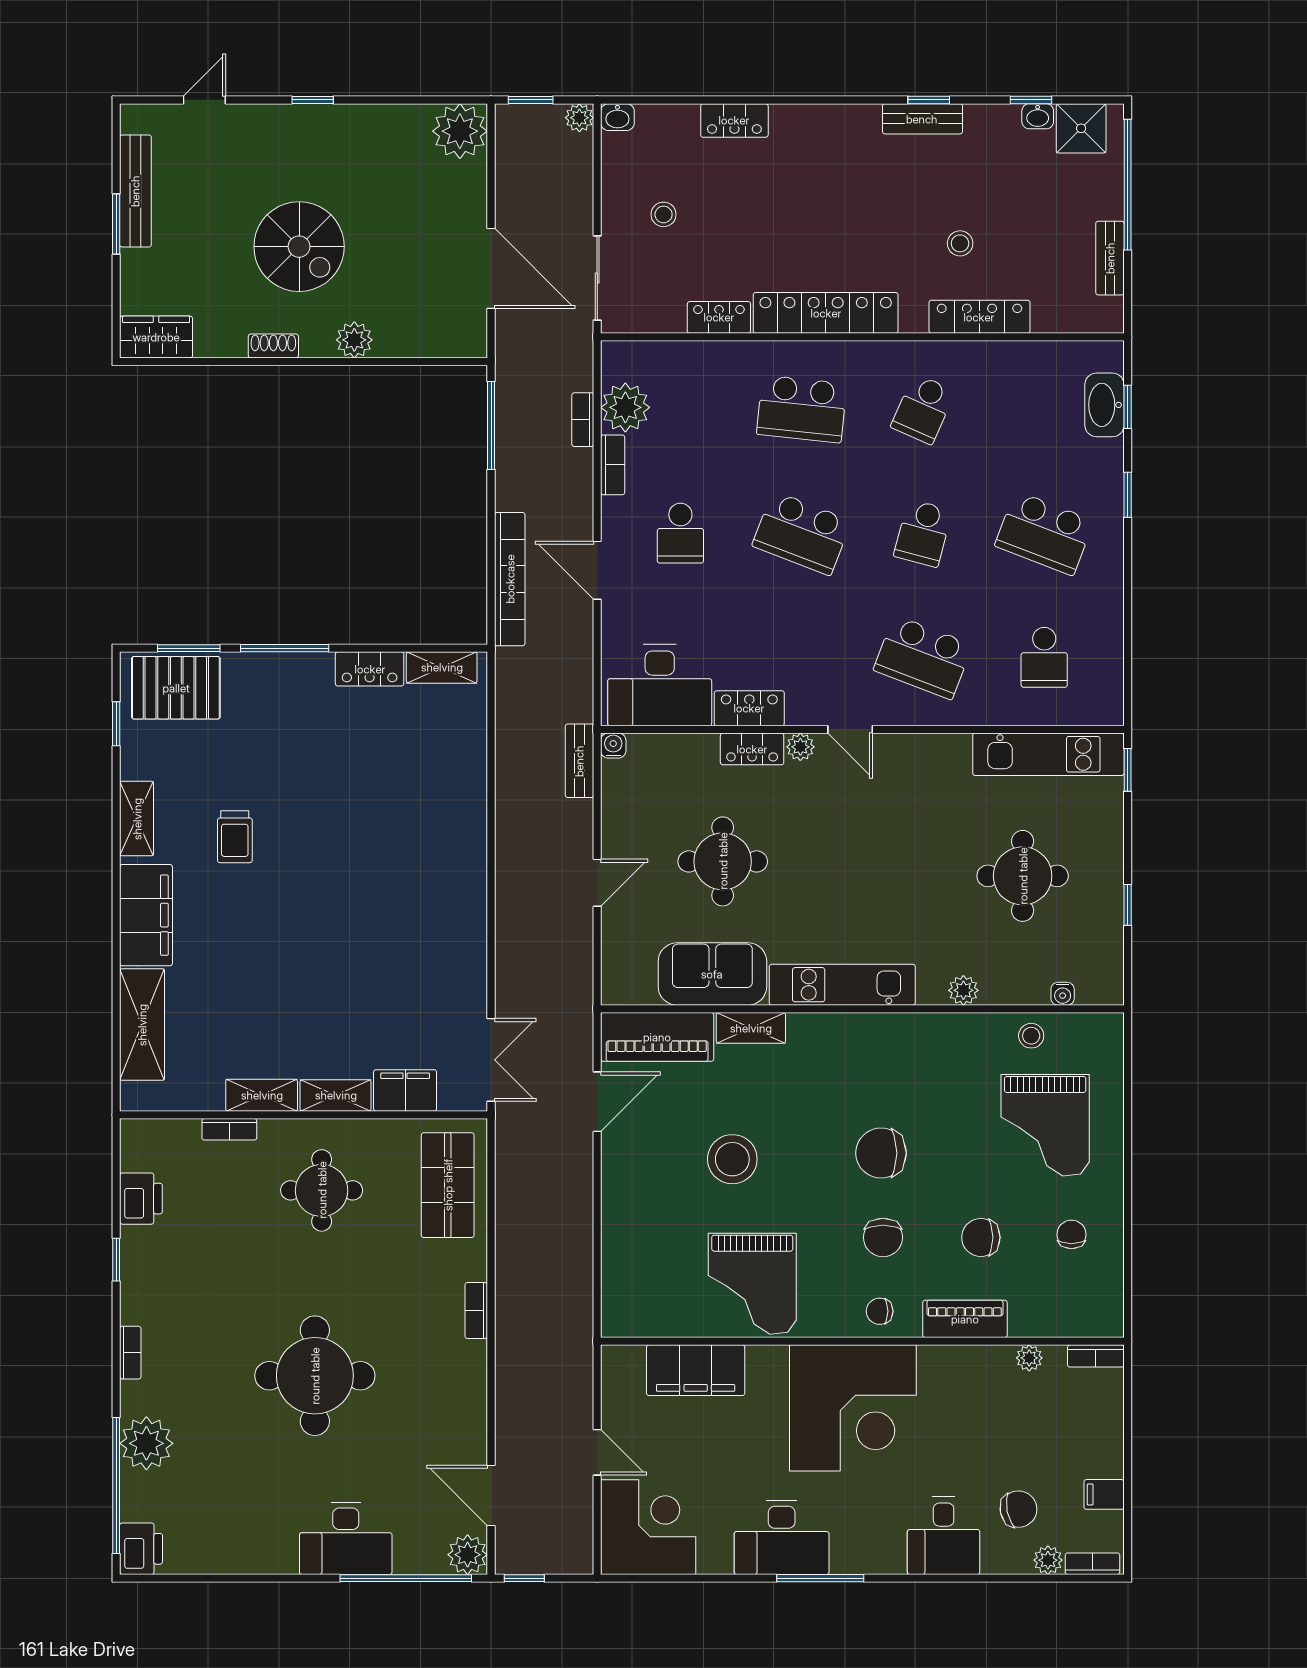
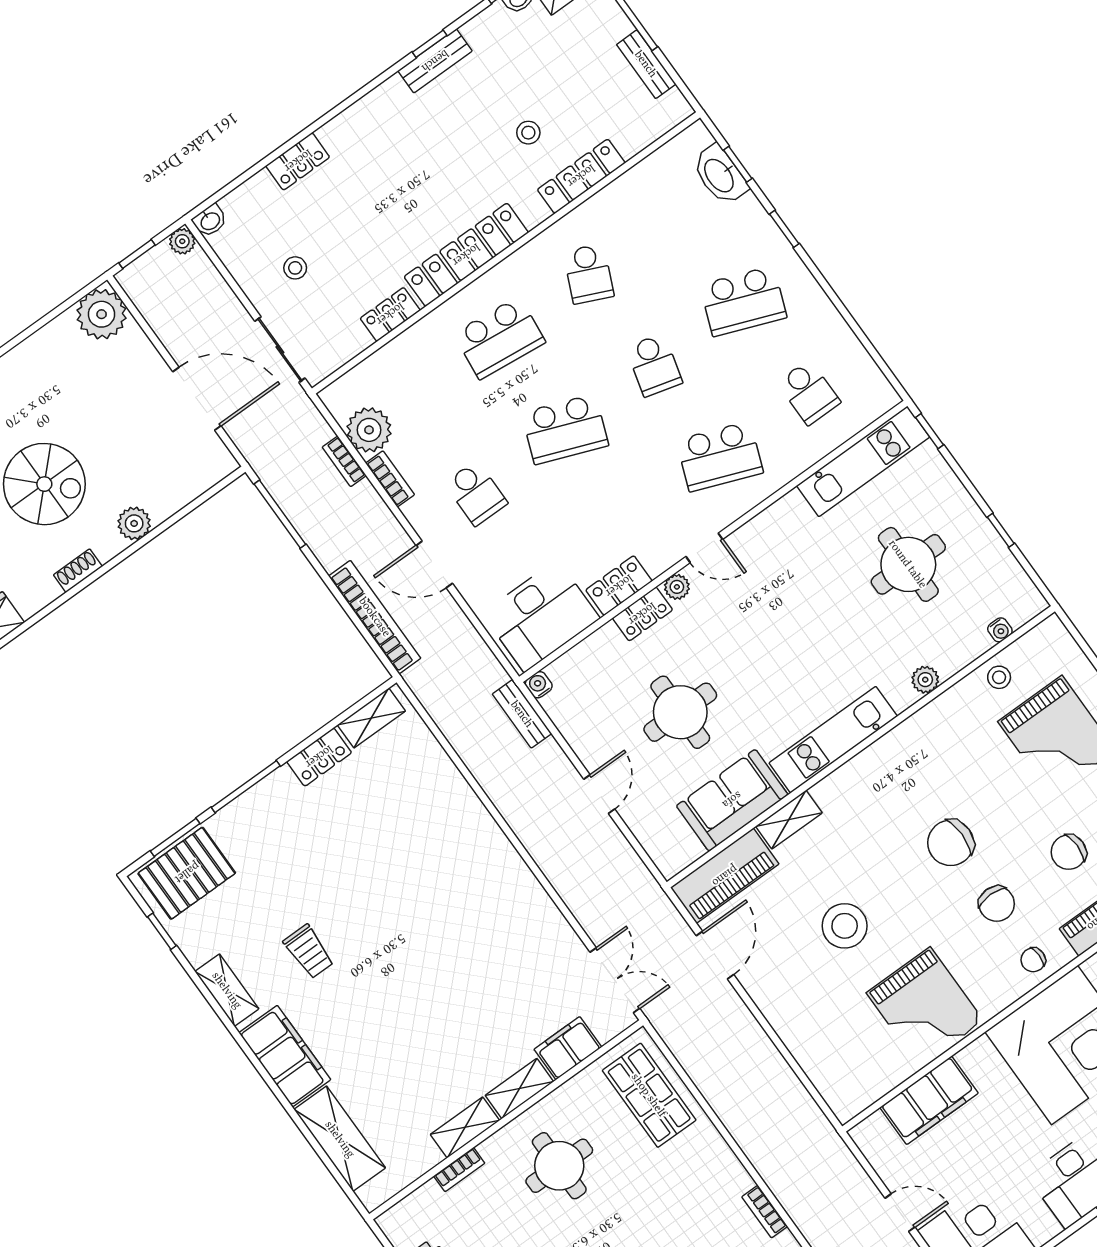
bookcase: (476, 1311) -> (765, 1212), moved

